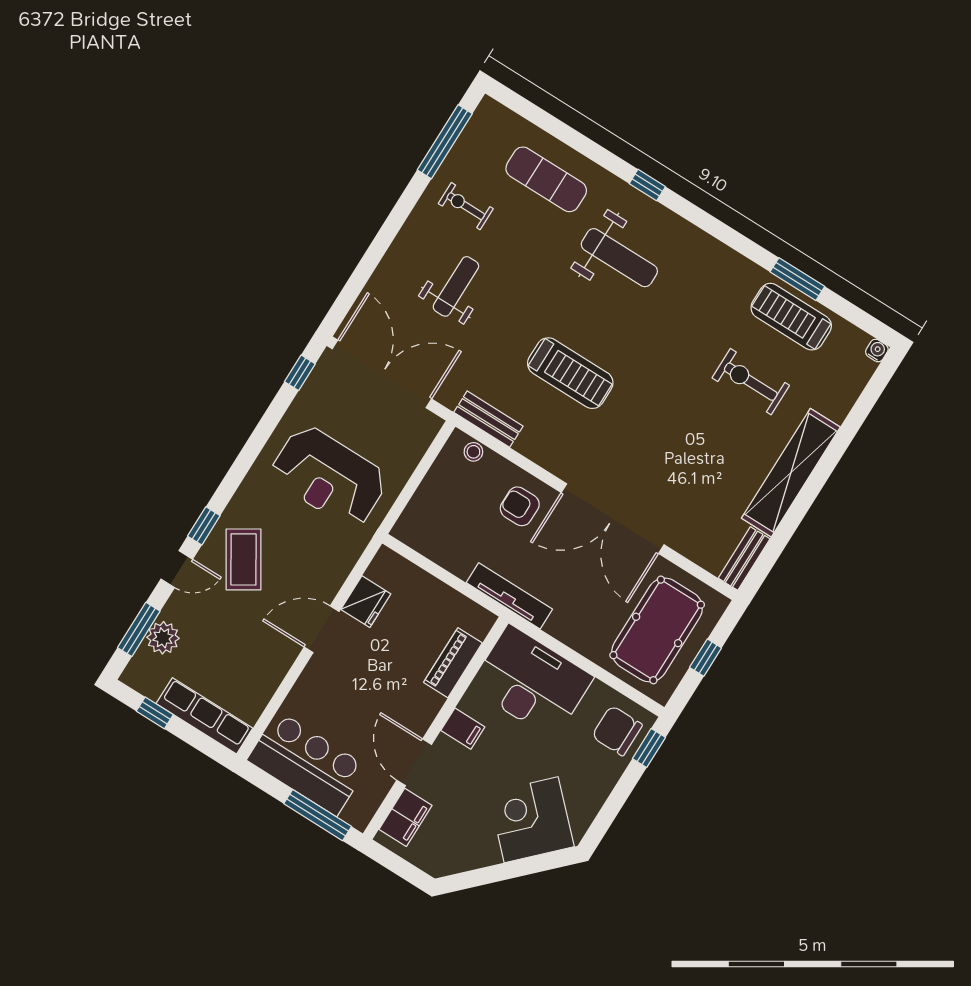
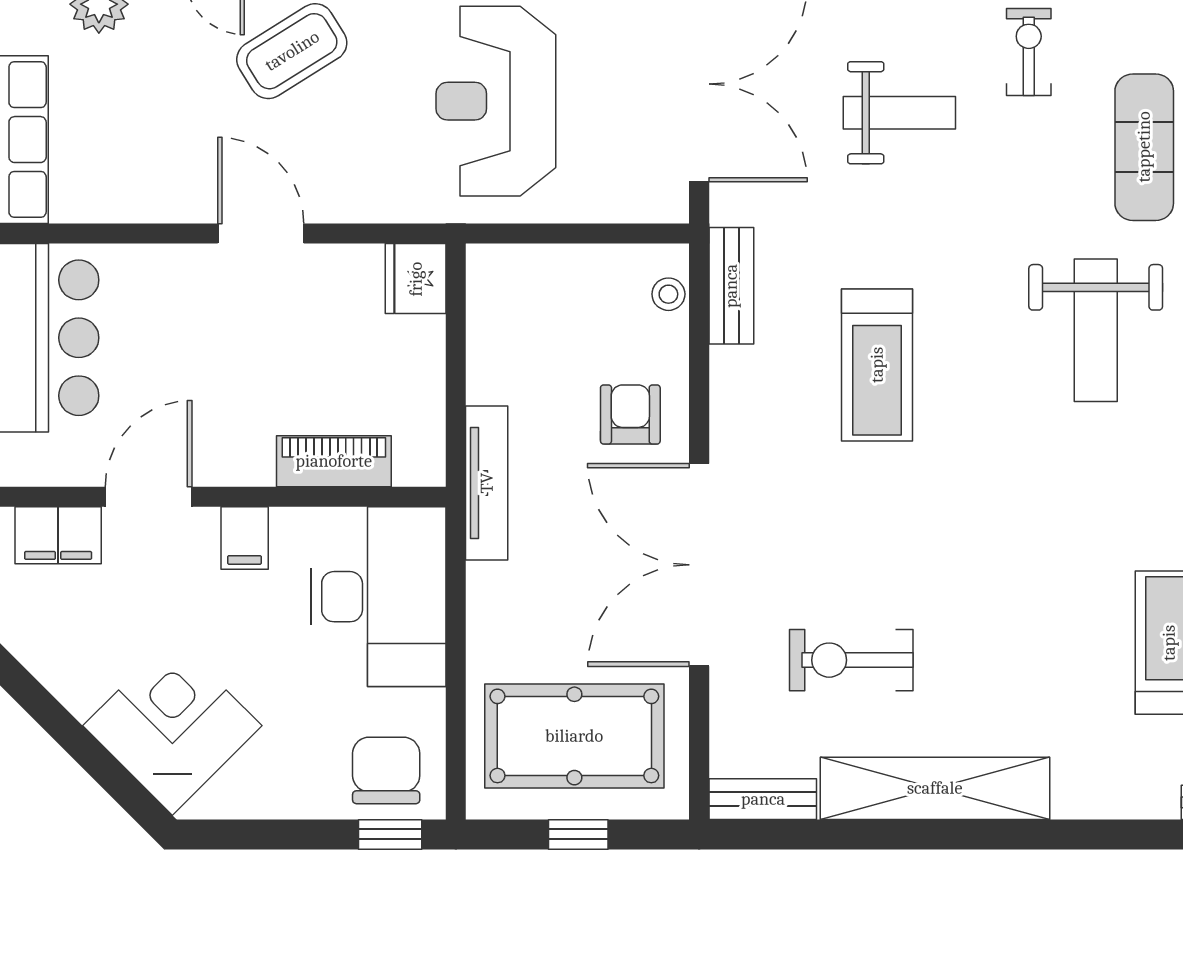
exercise bike: (751, 382) -> (851, 660), moved, turned -90
fridge: (366, 602) -> (416, 279), moved, turned 90

